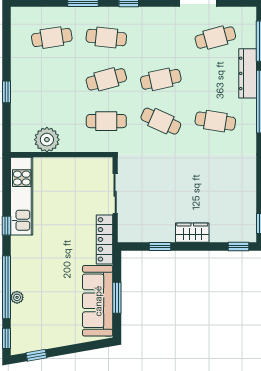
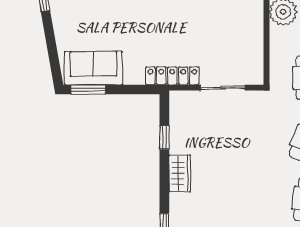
window: (117, 298) -> (88, 90), moved
sofa: (98, 301) -> (94, 68), width x0.73

